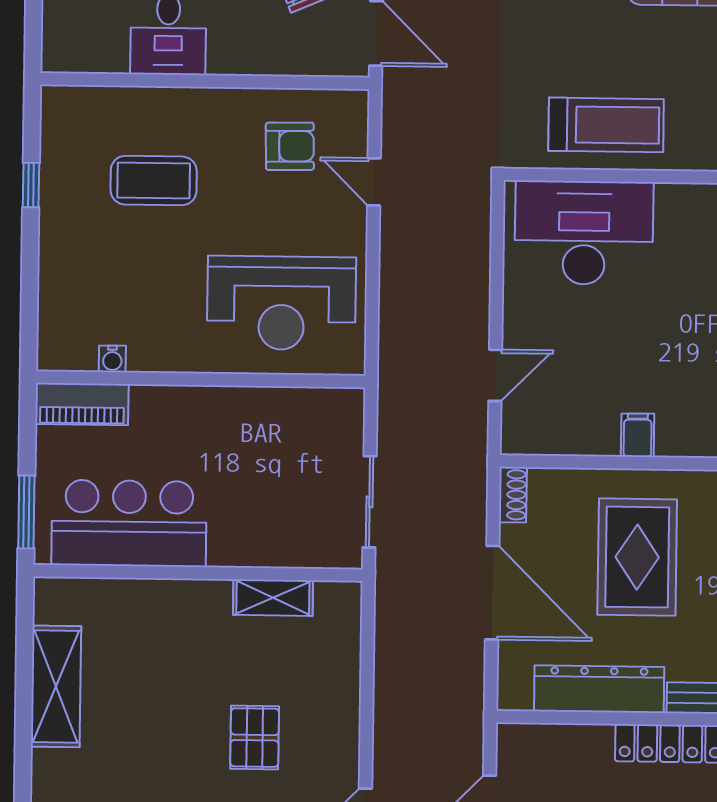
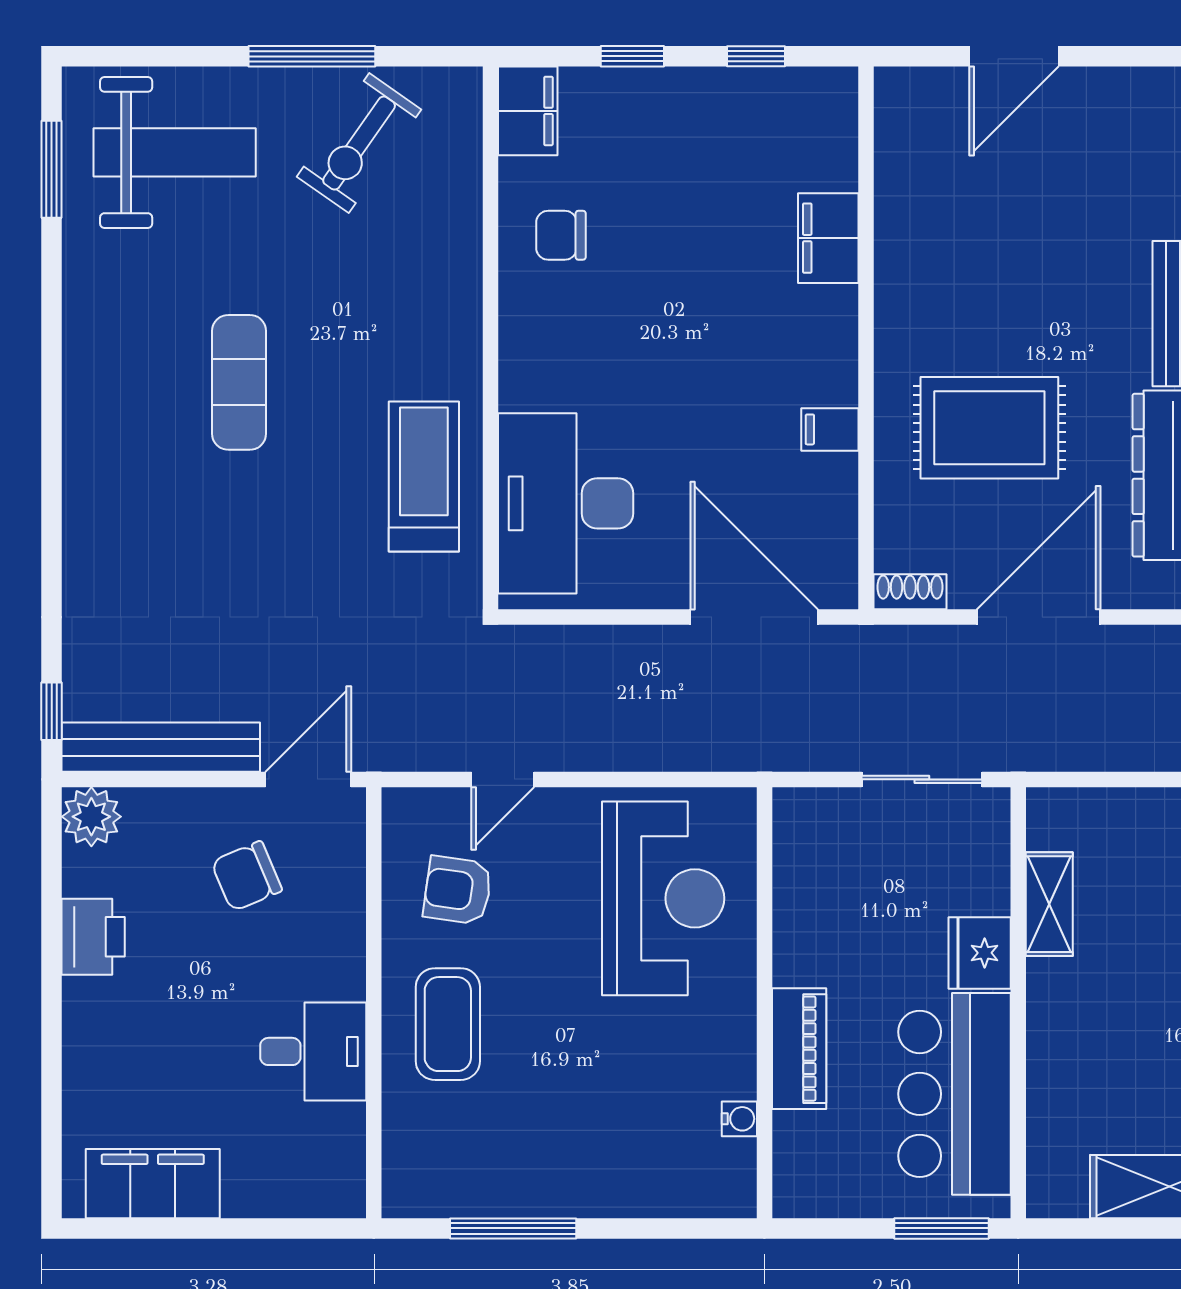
armchair: (290, 146) -> (458, 890), turned -81
coffee table: (154, 181) -> (448, 1024), moved
window: (31, 185) -> (513, 1228), width x2.17
door: (495, 375) -> (754, 617), width x1.87
piano: (82, 404) -> (799, 1049), moved
fridge: (236, 544) -> (980, 953), added

